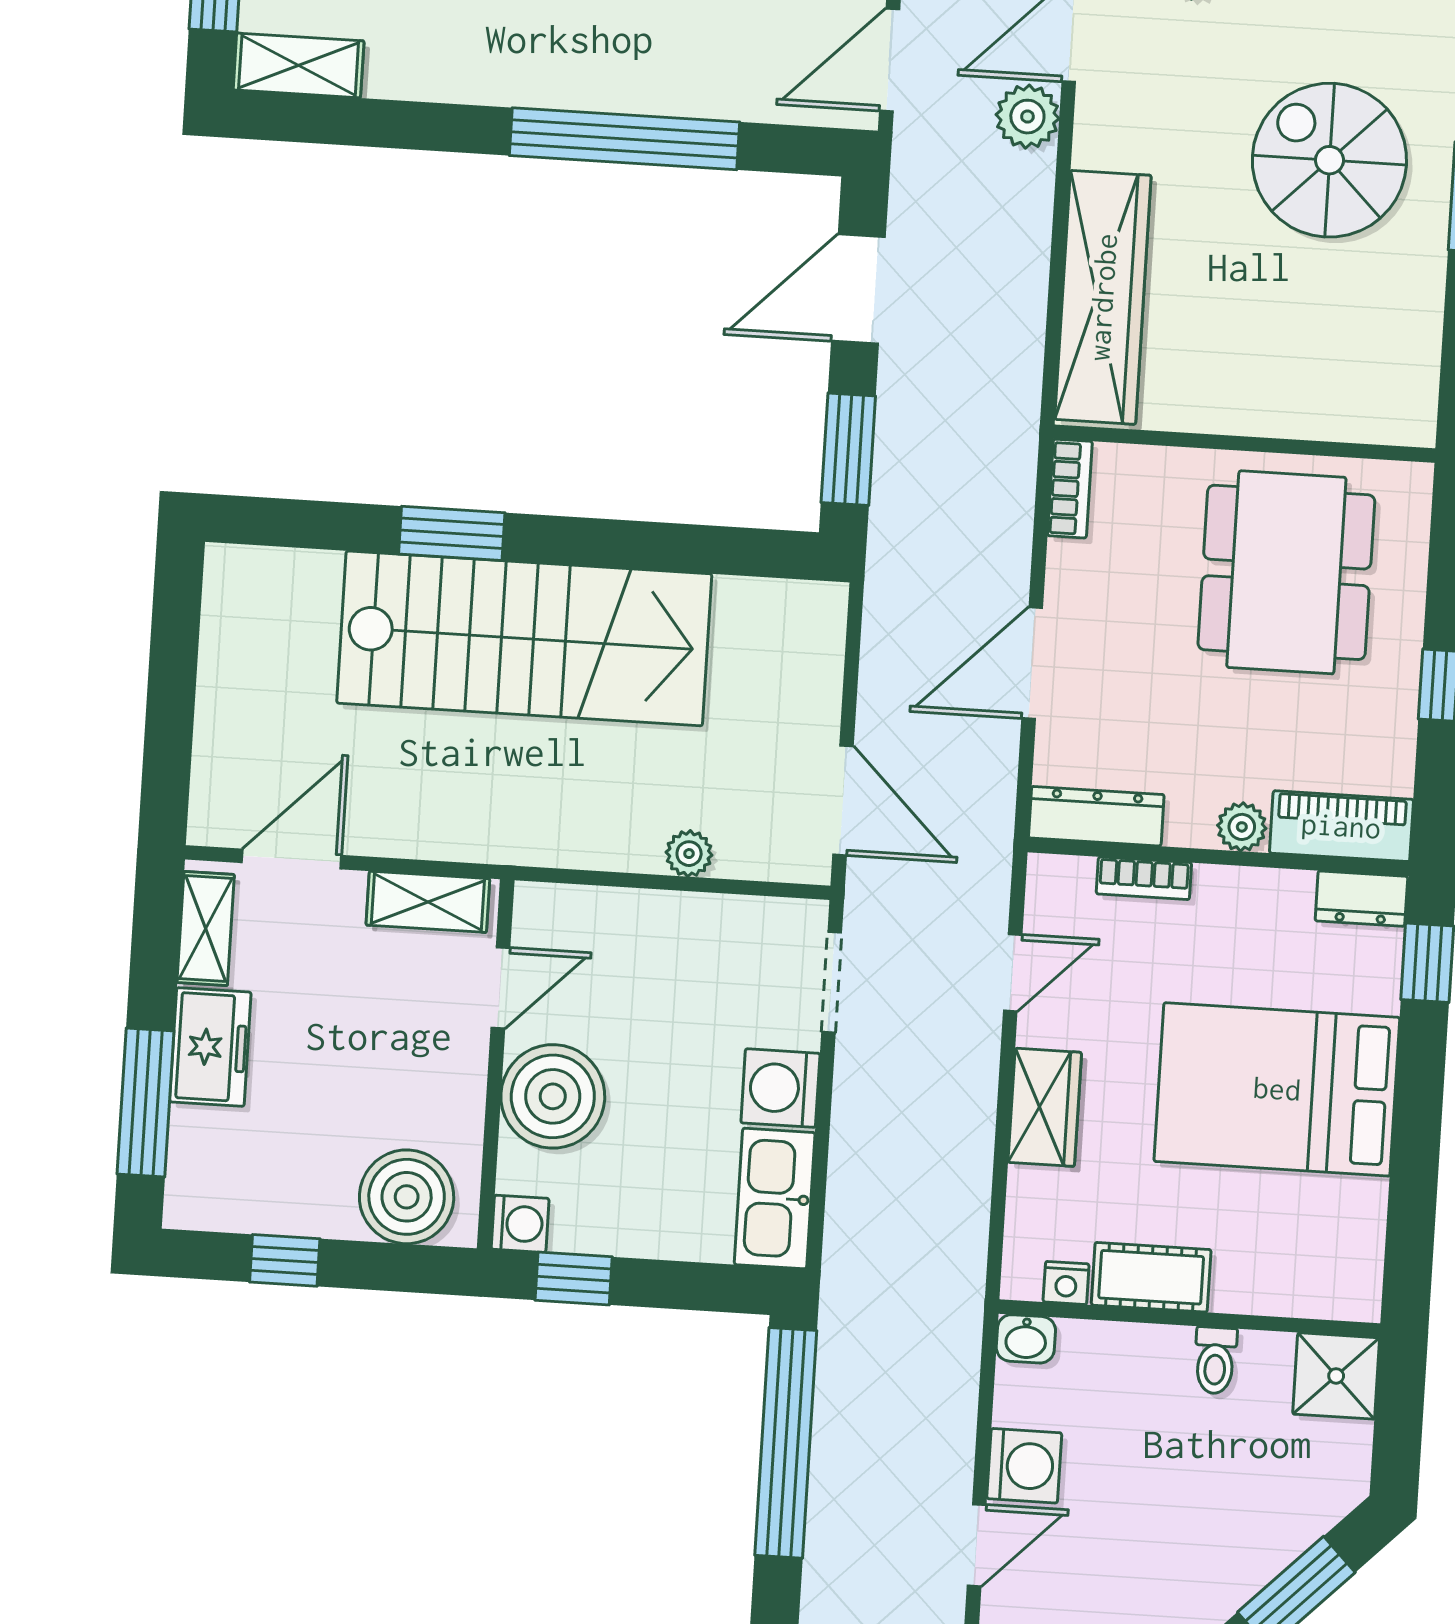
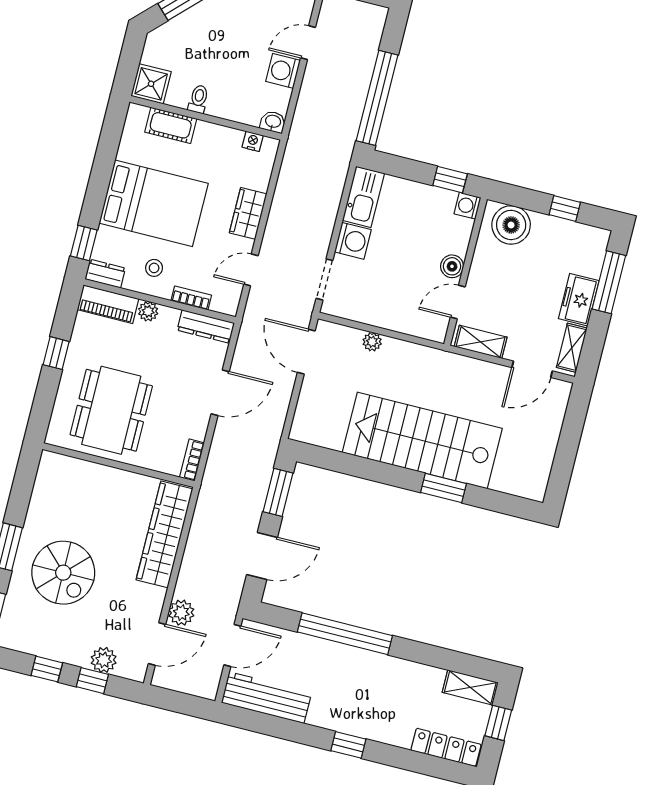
stool: (1247, 934) -> (154, 268), added
boiler: (553, 1096) -> (452, 266), width x0.54, depth x0.54
cot: (1151, 1277) -> (171, 125), moved

